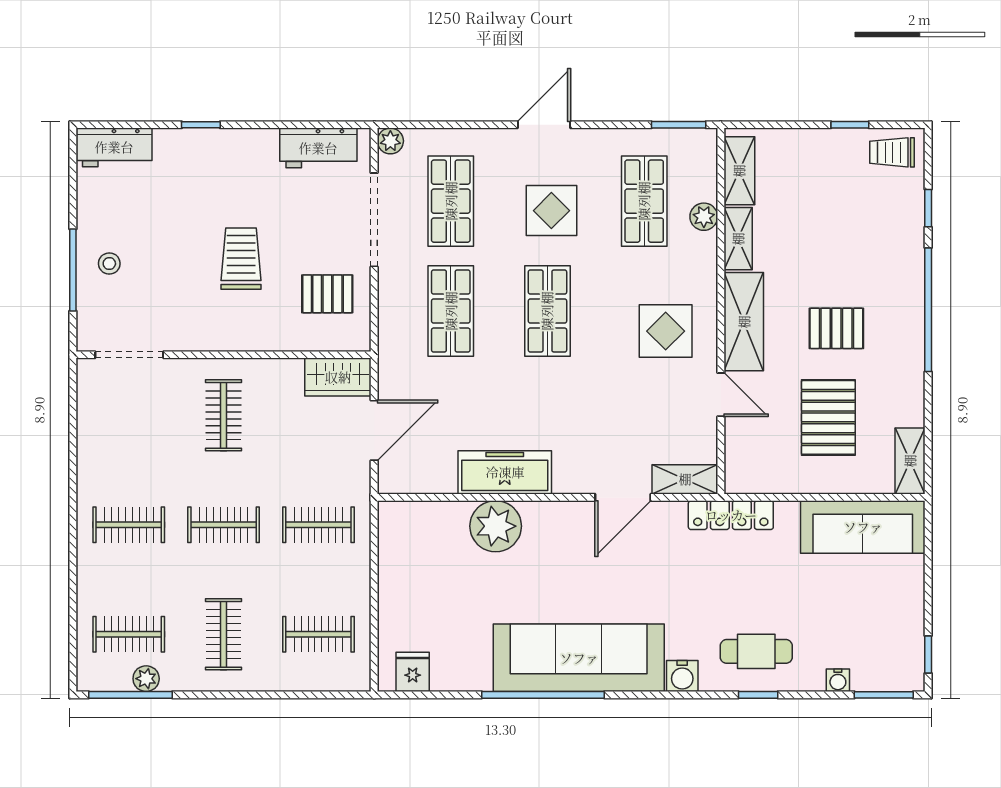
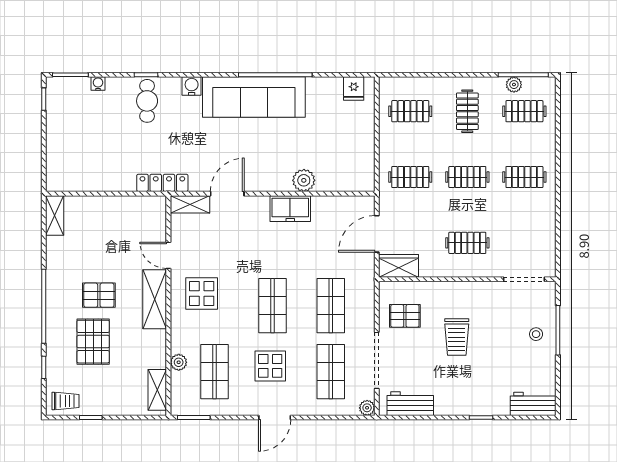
shelving: (738, 239) -> (158, 349), removed
clothes rail: (224, 415) -> (467, 243), turned 90
pallet: (828, 417) -> (93, 342), moved
freezer: (505, 472) -> (290, 209), width x0.71
plant: (496, 526) -> (304, 180), width x0.73, depth x0.73
sofa: (863, 527) -> (83, 176), removed
cafe table: (756, 651) -> (147, 101), turned 90

